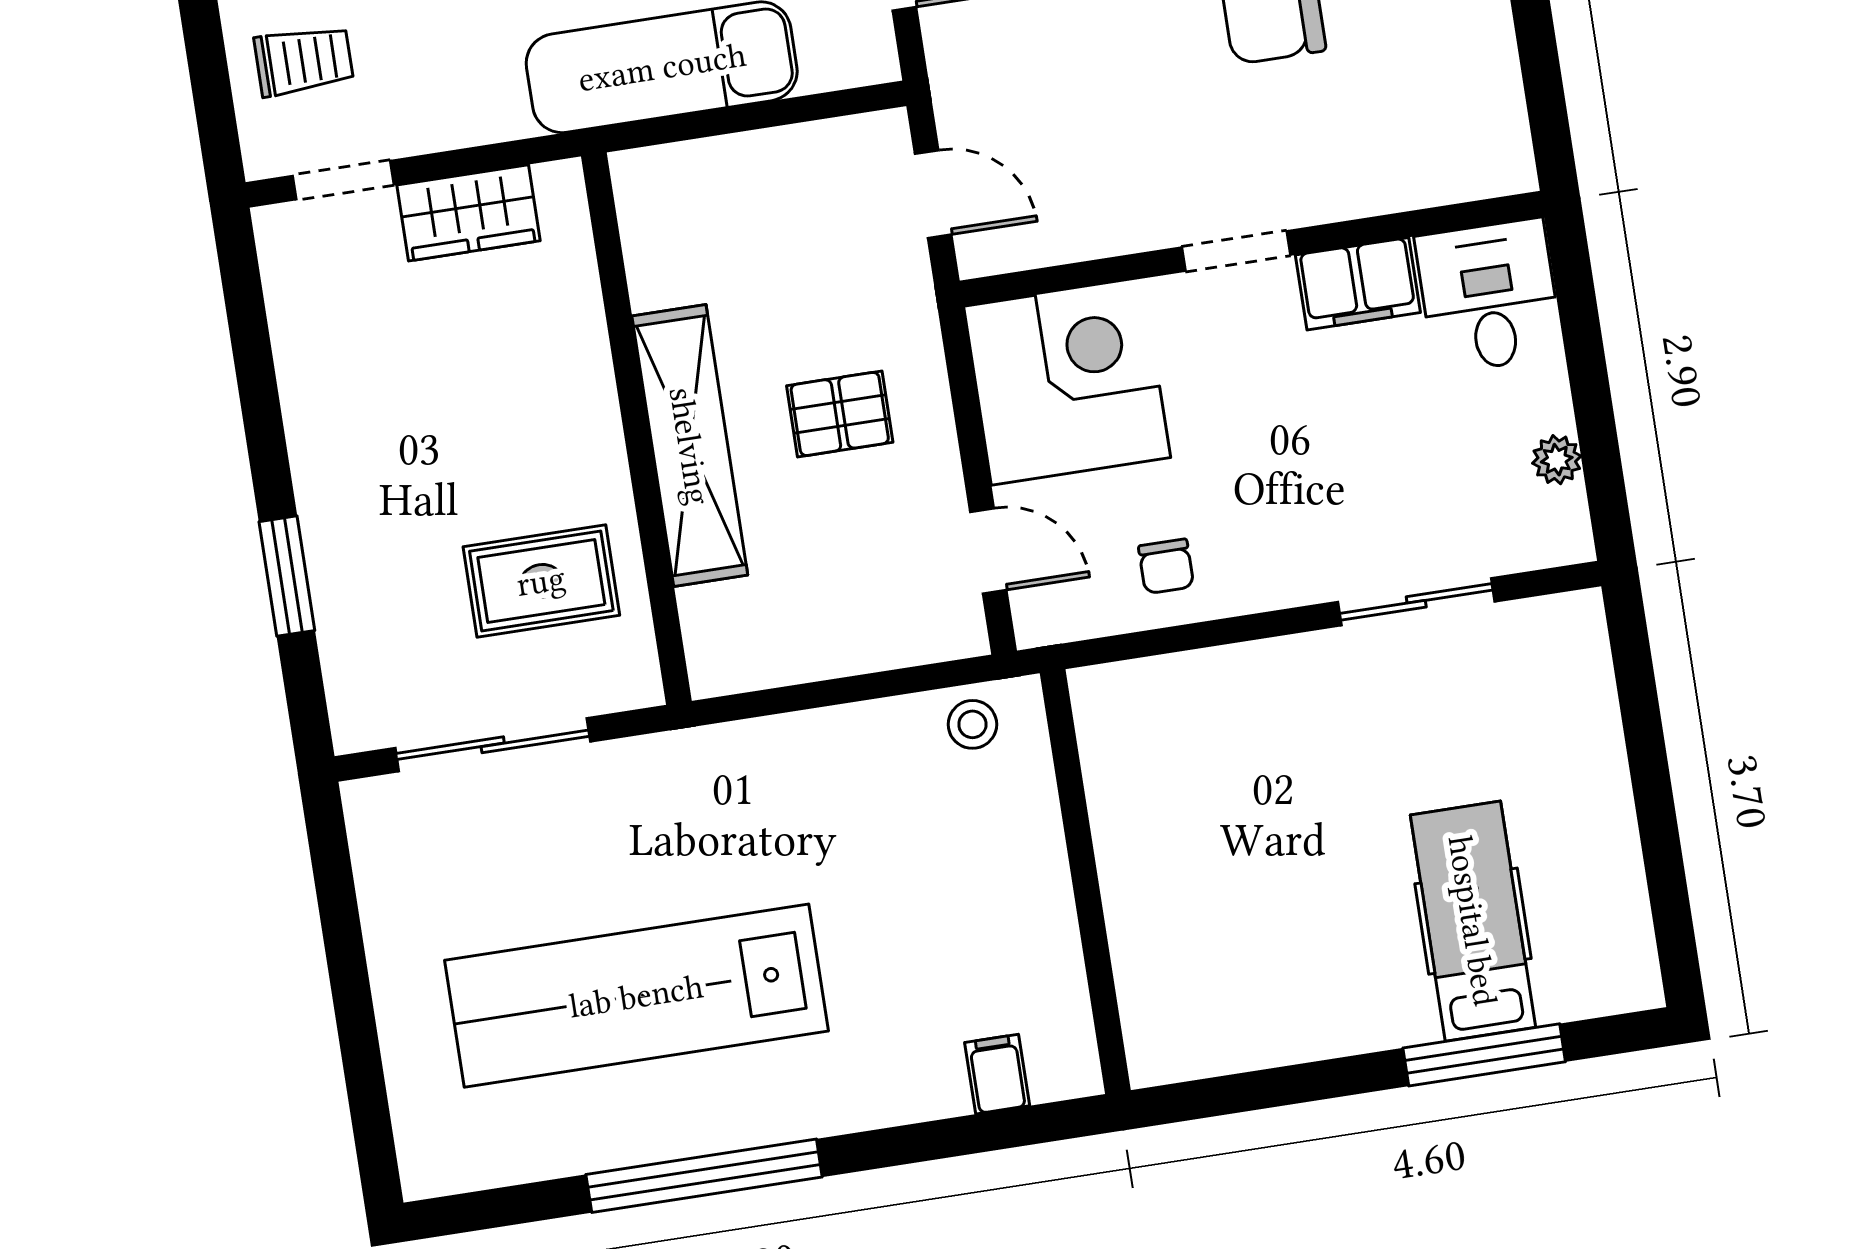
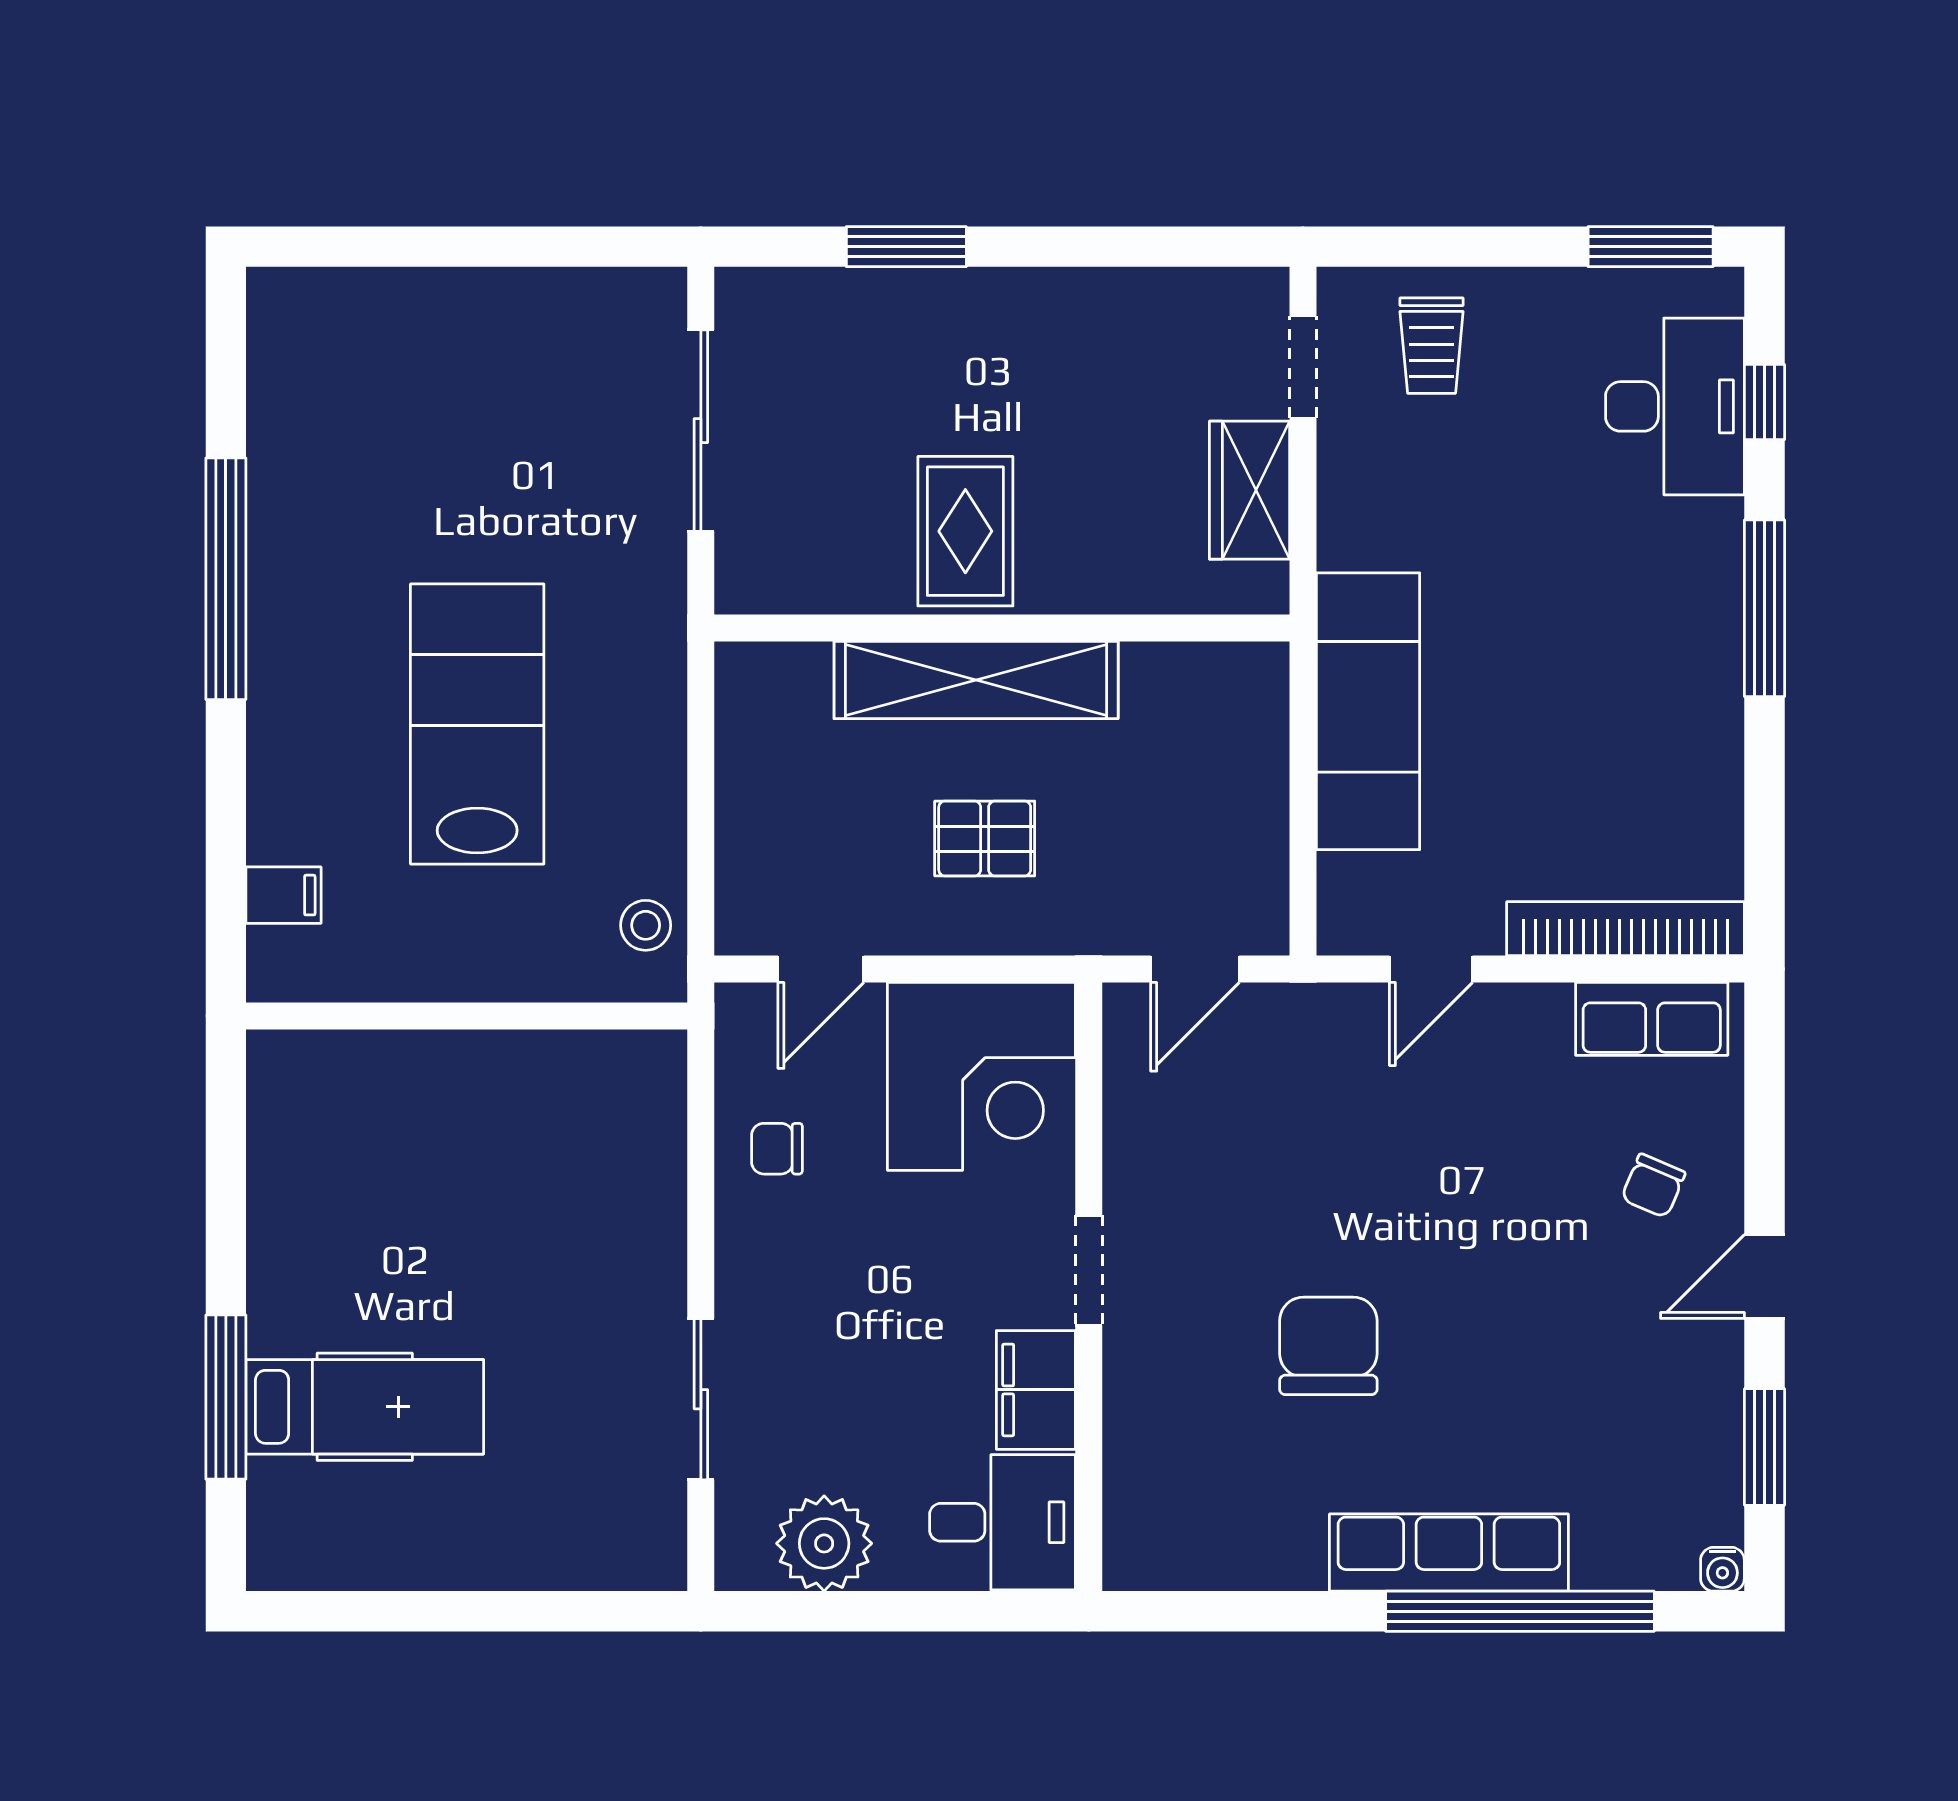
pallet: (840, 414) -> (985, 839), turned 90
plant: (1557, 460) -> (824, 1543), width x1.88, depth x1.88
rug: (541, 581) -> (965, 531), moved
lab bench: (636, 996) -> (477, 724), moved, width x0.73

